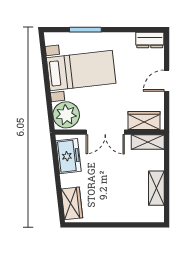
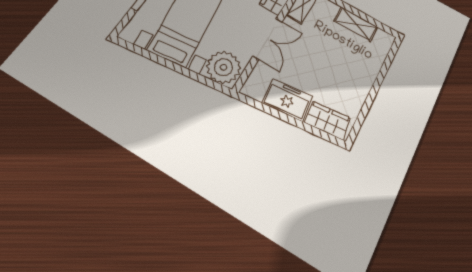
freezer: (68, 156) -> (288, 100), moved

